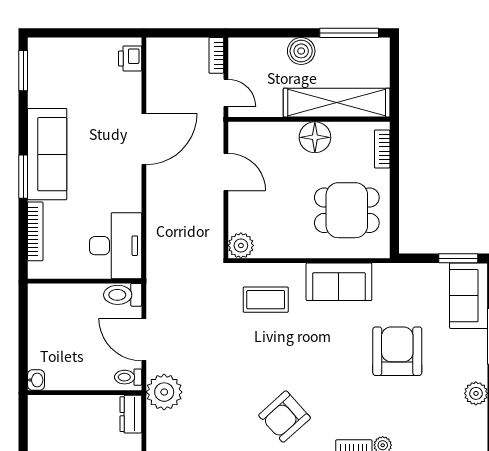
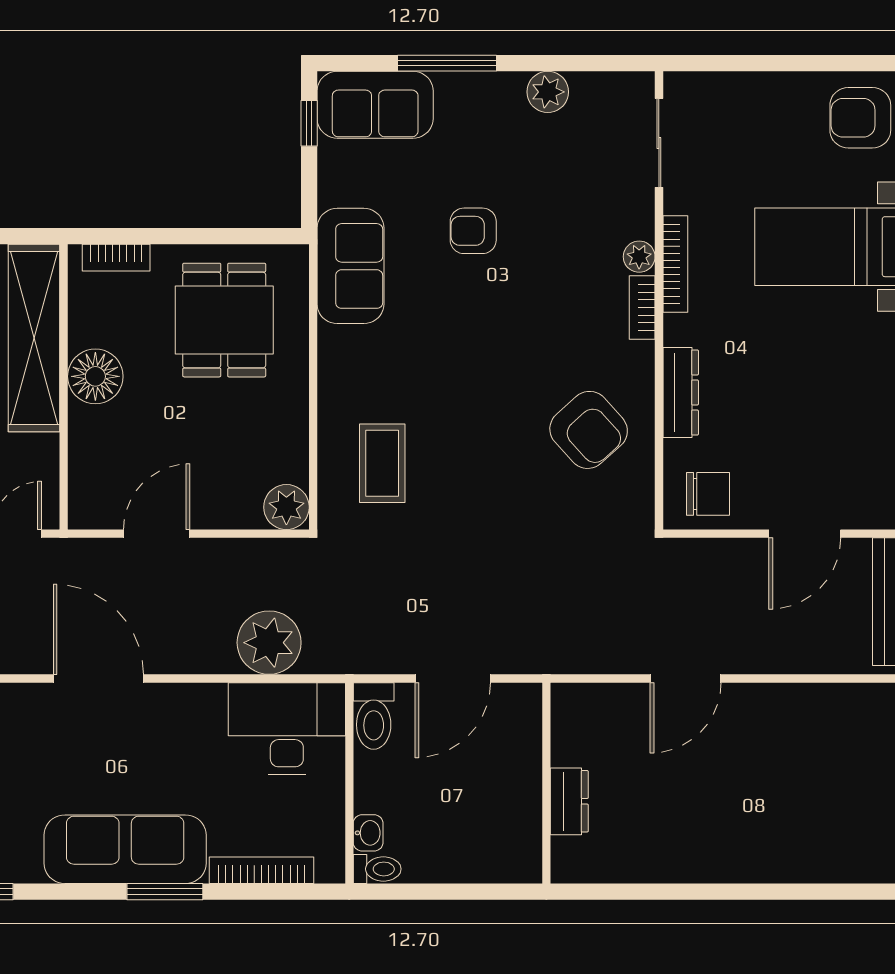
window: (458, 258) -> (309, 123), width x0.67
sofa: (339, 282) -> (351, 266), moved
armchair: (397, 351) -> (473, 231), width x0.53, depth x0.53
toilet: (128, 377) -> (377, 869), moved, turned -90
washbasin: (36, 380) -> (368, 833), moved, turned 90
plant: (164, 392) -> (269, 643), moved
dresser: (131, 414) -> (569, 801), moved, turned -90

